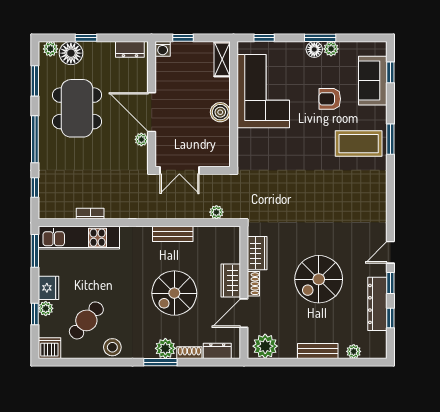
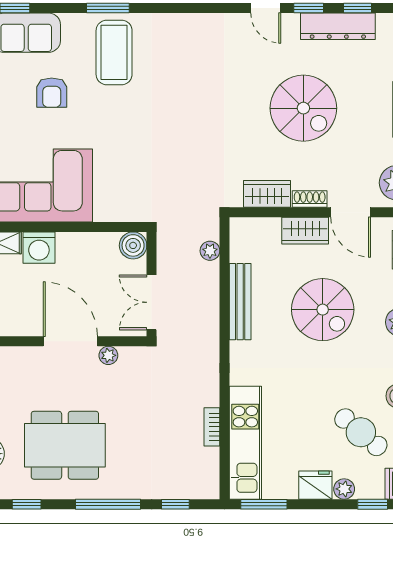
window: (35, 81) -> (27, 504), width x0.67
washing machine: (219, 90) -> (39, 248), added
door: (152, 112) -> (70, 341), swing flipped
boiler: (220, 112) -> (133, 245), moved
double door: (179, 170) -> (152, 302), swing flipped
bench: (173, 234) -> (240, 302), width x1.36
window: (35, 314) -> (373, 504), moved

